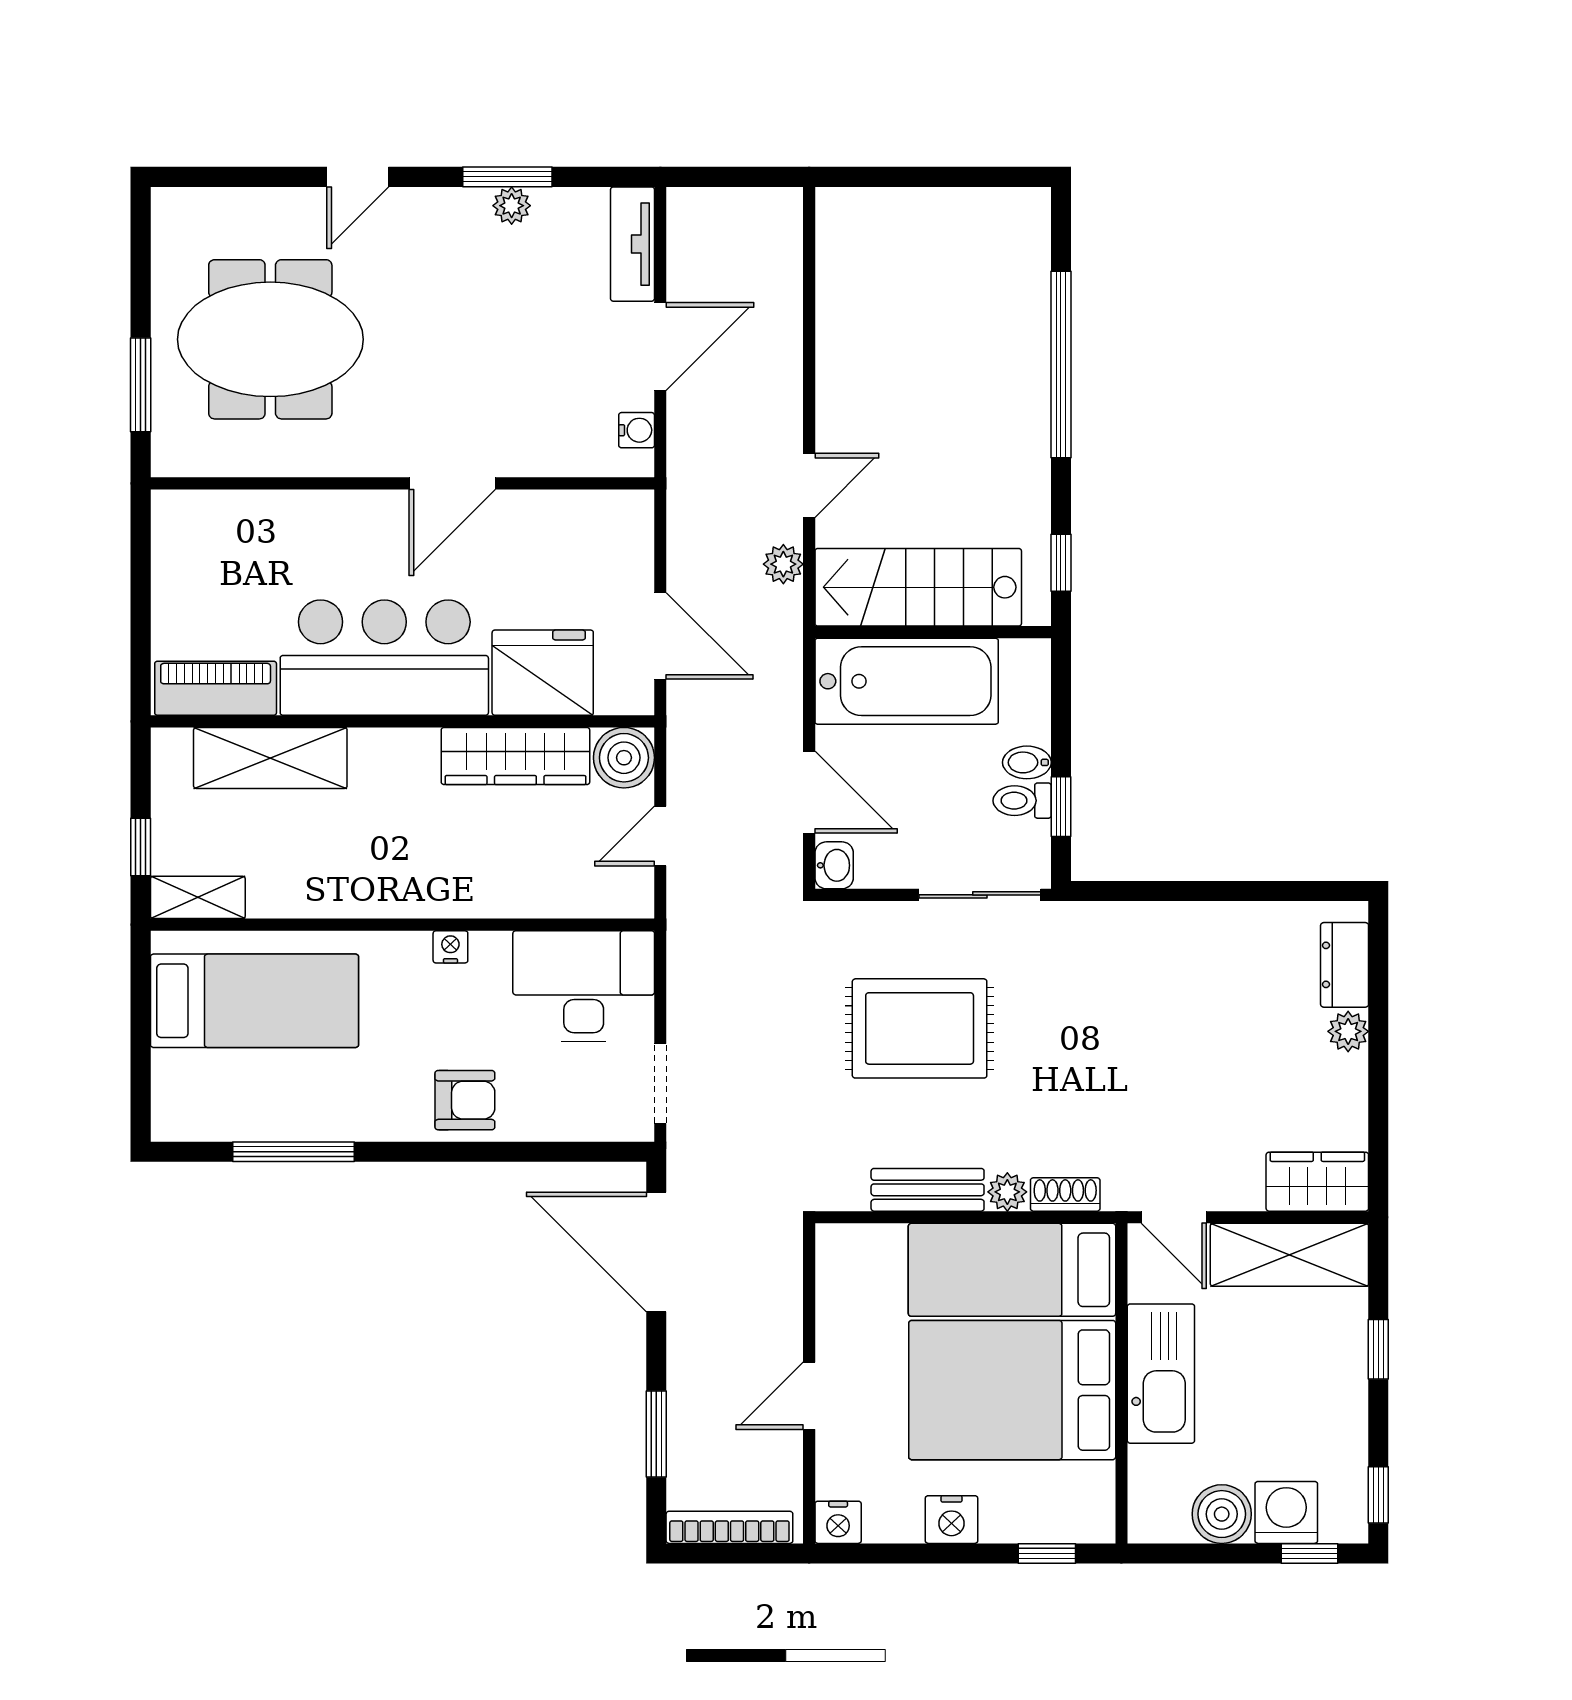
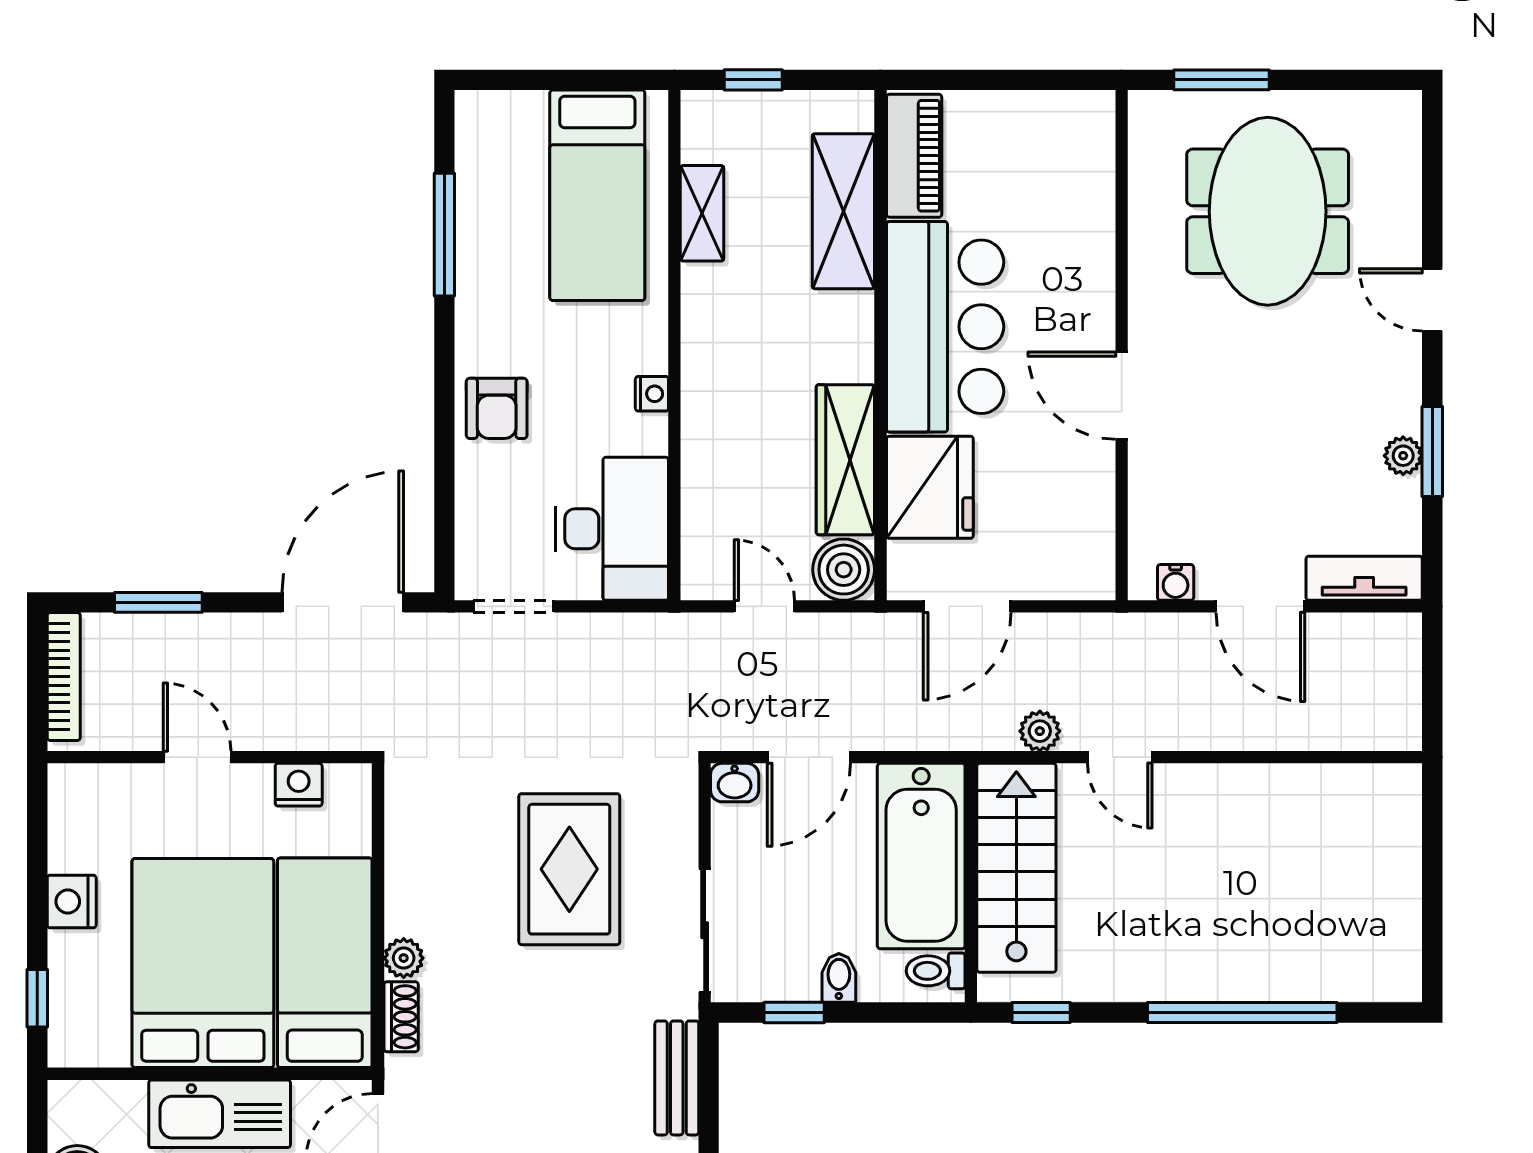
toilet: (1022, 801) -> (936, 971), moved, turned -90
shelving: (198, 897) -> (702, 213), moved
bench: (928, 1190) -> (677, 1078), moved
nightstand: (838, 1522) -> (299, 785), moved, turned 90

